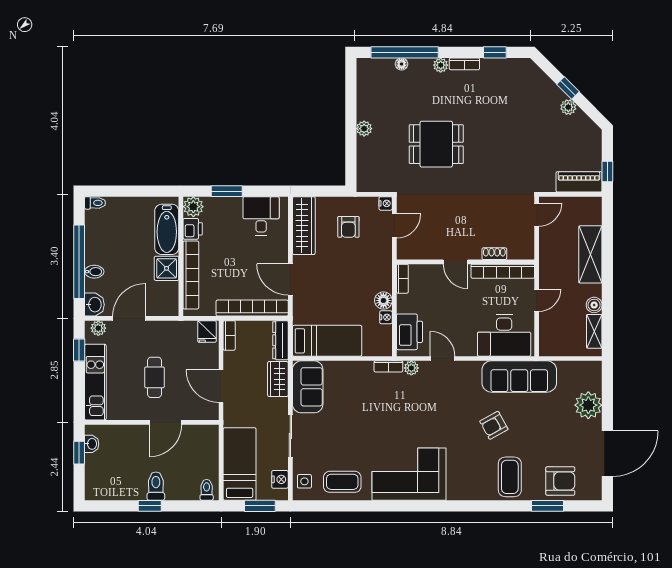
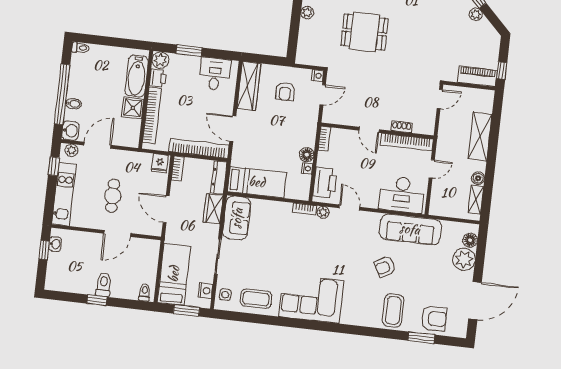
floor lamp: (593, 381) -> (470, 240), added

